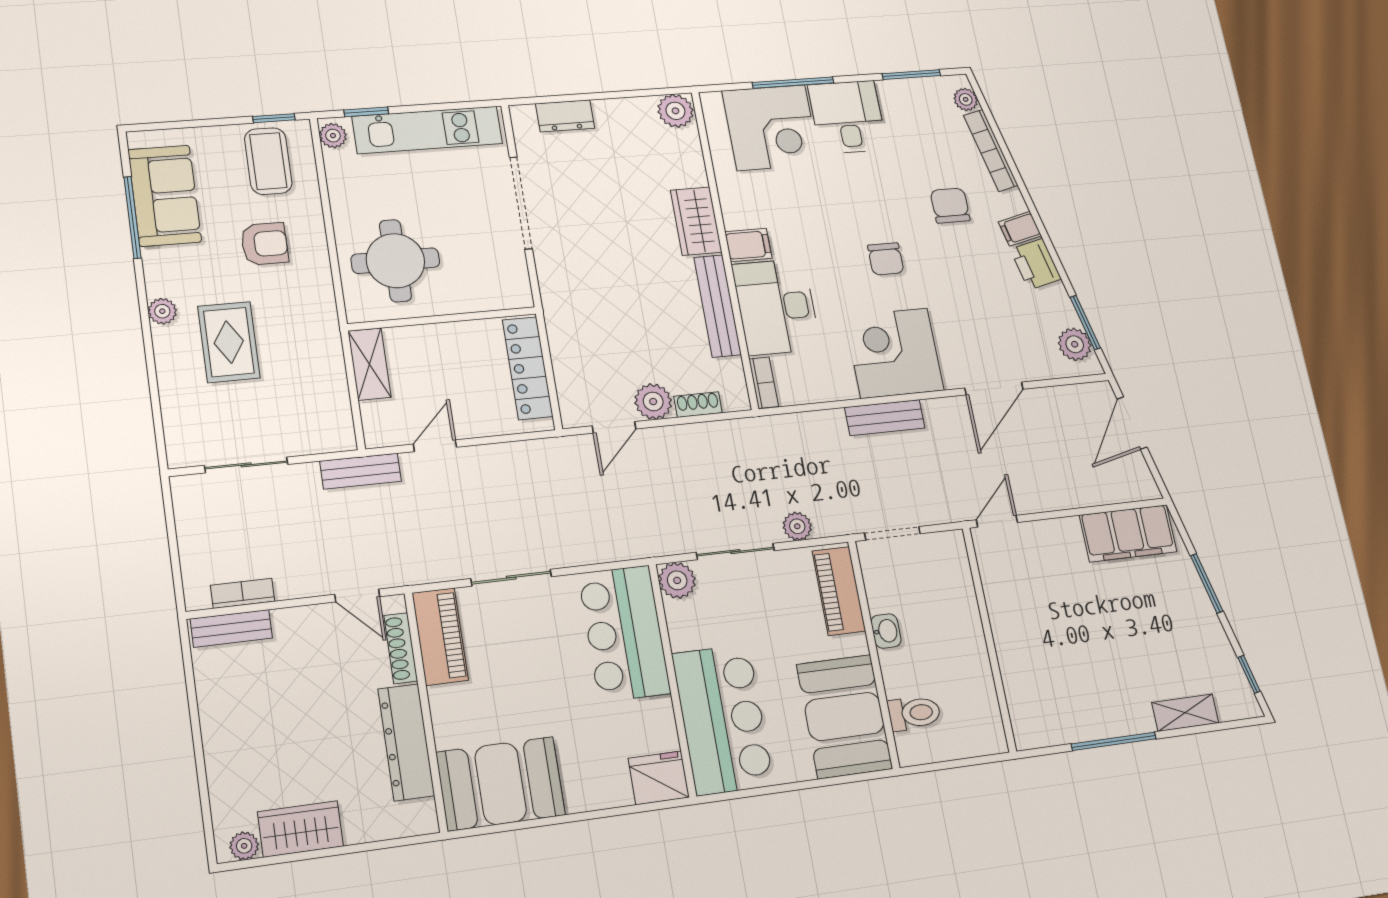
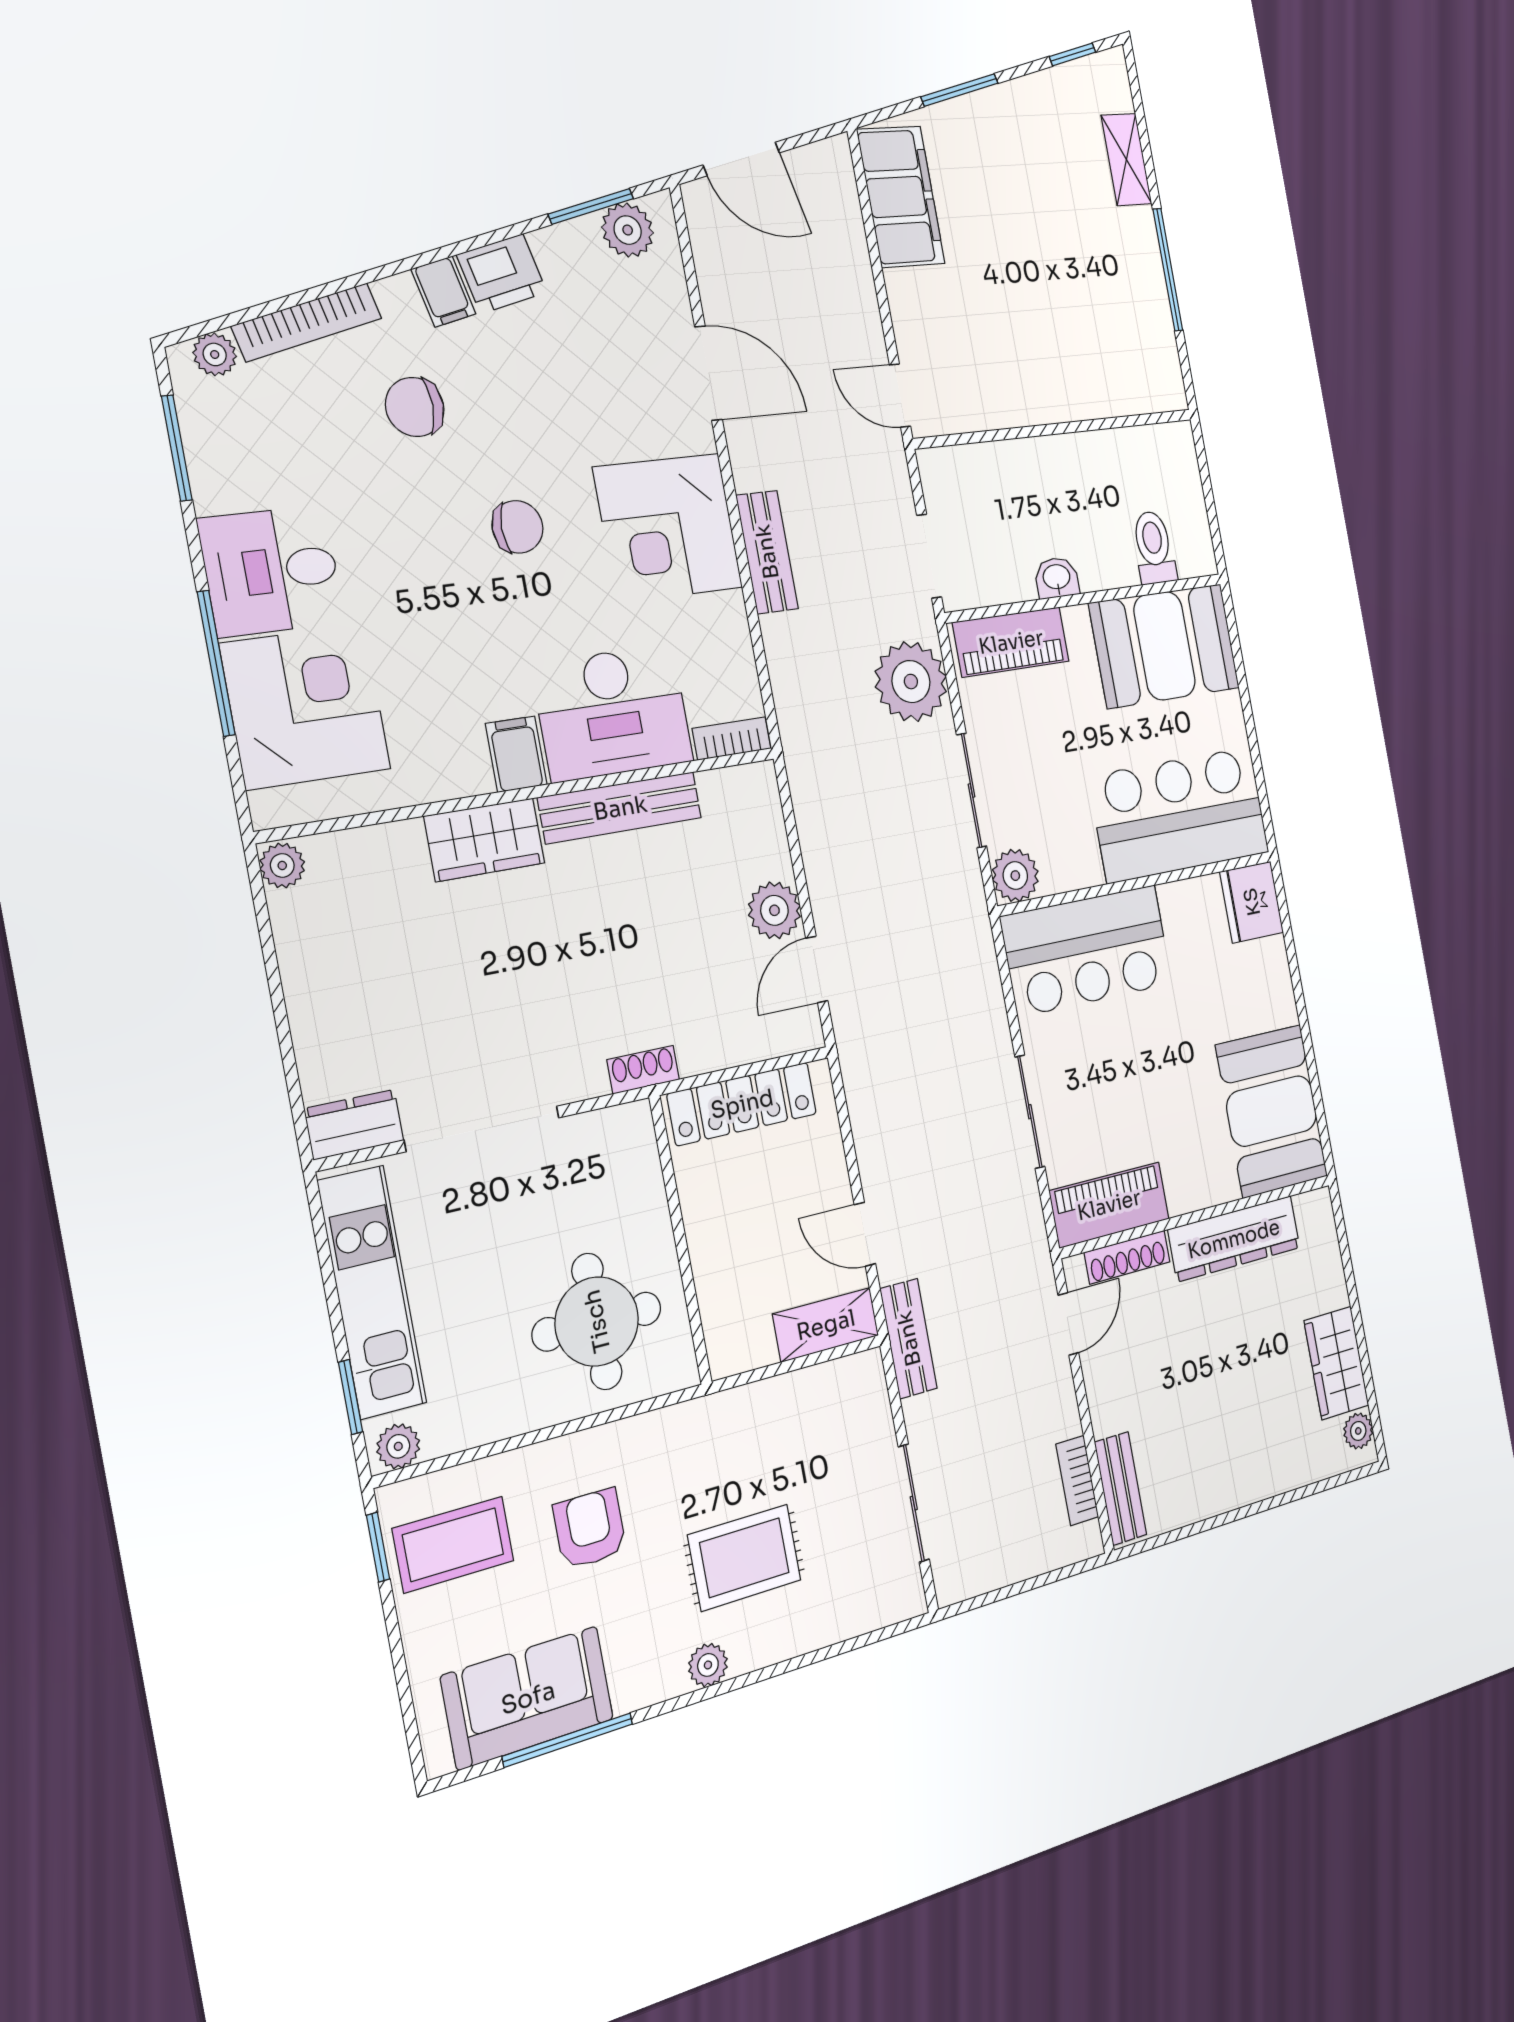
plant: (675, 111) -> (282, 865), width x0.73, depth x0.73
dresser: (565, 116) -> (354, 1125), moved, turned -90
shelving: (369, 364) -> (826, 1325), moved
shoe rack: (698, 405) -> (643, 1070), moved, turned 90
door: (614, 427) -> (817, 969), swing flipped
plant: (797, 526) -> (911, 682), width x1.87, depth x1.87

